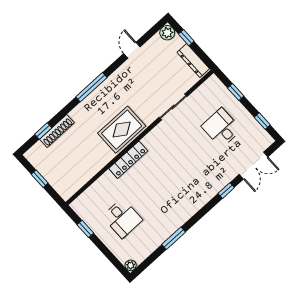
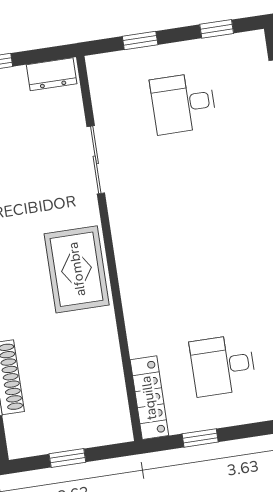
dresser: (193, 60) -> (52, 74), width x0.70
locker: (128, 160) -> (149, 398), moved
desk: (122, 218) -> (223, 365), turned 180

